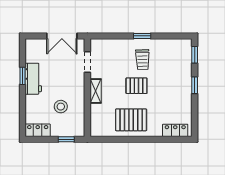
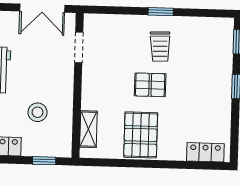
shelving: (96, 91) -> (88, 129), moved
pallet: (131, 120) -> (141, 135), turned 90

